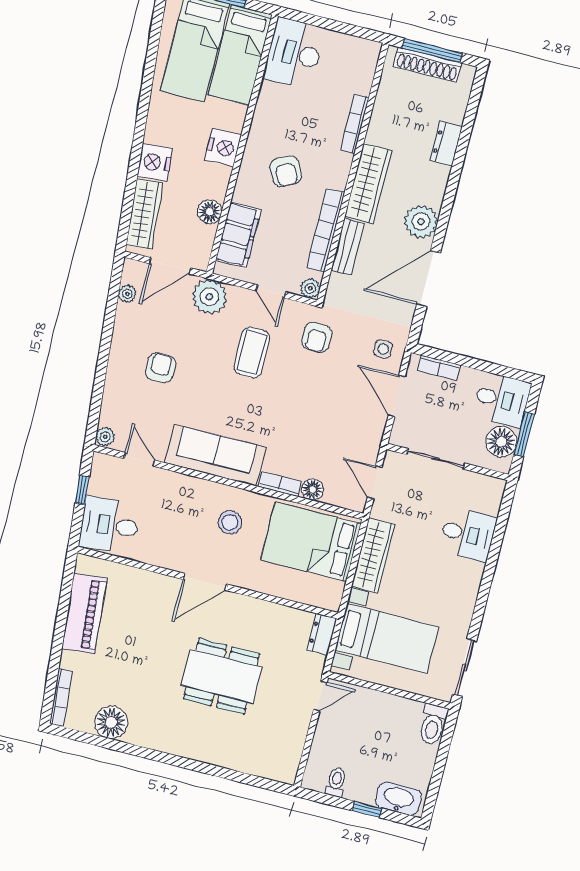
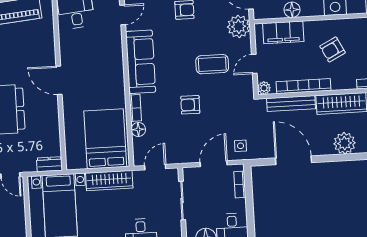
plant: (421, 222) -> (344, 143), moved
bench: (347, 247) -> (291, 103), width x1.36
armchair: (317, 337) -> (190, 105), moved
stool: (230, 522) -> (101, 84), removed

